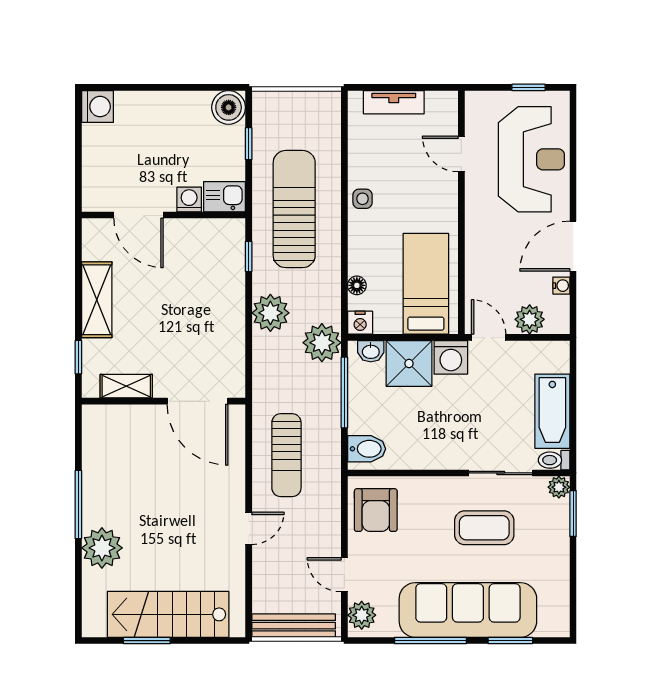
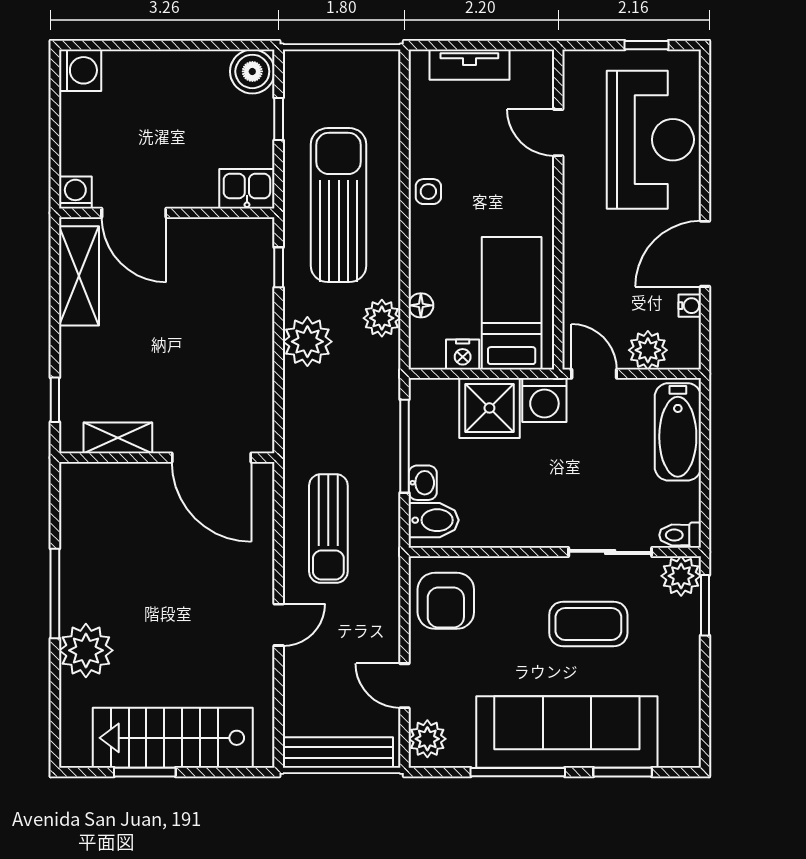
washing machine: (189, 200) -> (75, 193), moved
shelving: (97, 300) -> (79, 276), moved
nightstand: (360, 323) -> (463, 354), moved
plant: (322, 343) -> (382, 318), moved, width x0.73, depth x0.73
washbasin: (371, 351) -> (423, 483), moved, turned -90
bathtub: (552, 411) -> (678, 432), moved
plant: (559, 487) -> (681, 576), width x1.38, depth x1.38

